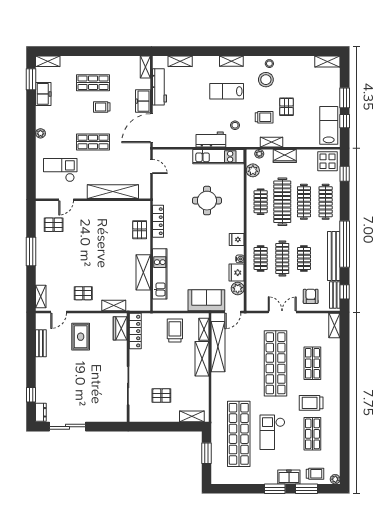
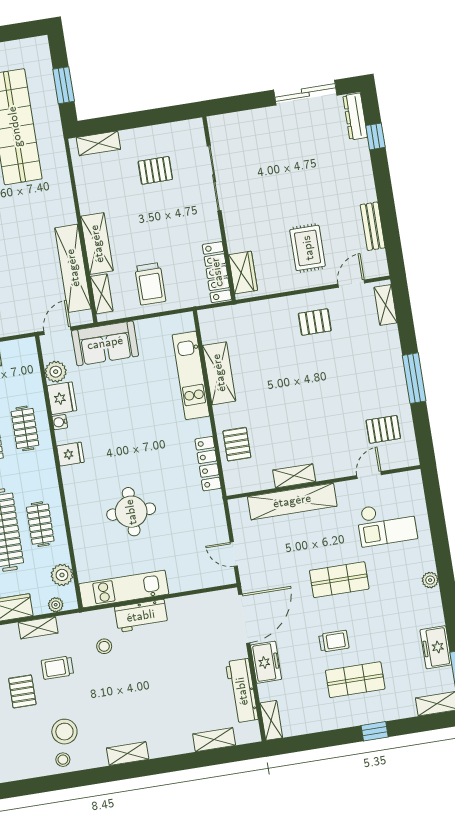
window: (87, 51) -> (375, 731), added
lab bench: (227, 91) -> (128, 701), removed
shelving: (114, 305) -> (294, 476), moved
dresser: (41, 412) -> (355, 116), width x1.44

